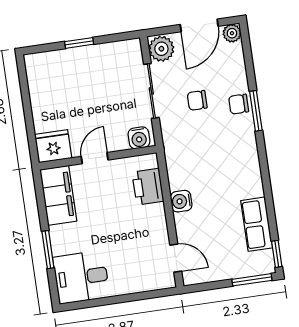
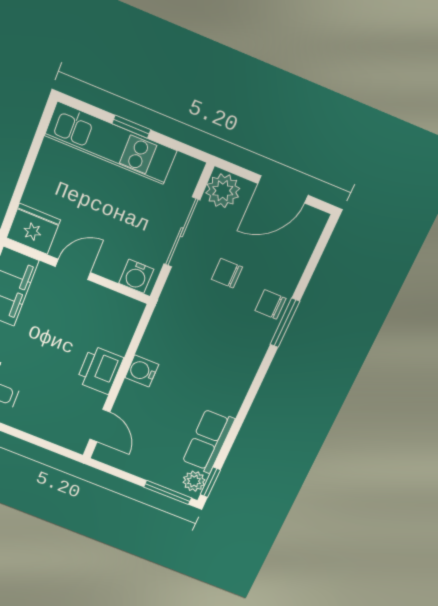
plant: (232, 33) -> (194, 481), moved
kitchen unit: (72, 61) -> (111, 143), added
printer: (148, 187) -> (100, 370), moved

